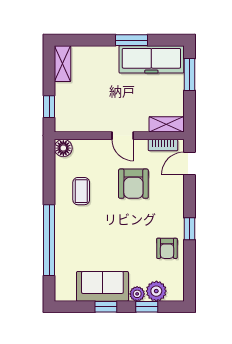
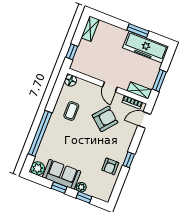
window: (190, 75) -> (159, 81), moved
armchair: (133, 184) -> (105, 119), turned -140
plant: (156, 291) -> (38, 168), moved

